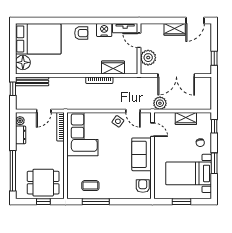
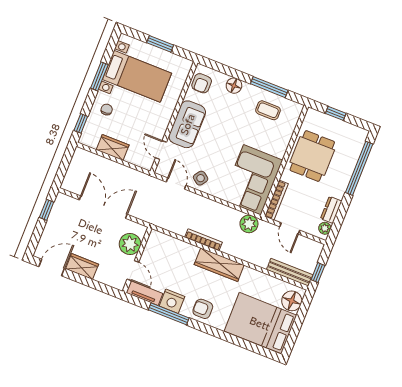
window: (103, 20) -> (169, 314), added
wardrobe: (113, 67) -> (219, 265), moved, width x1.50
plant: (160, 103) -> (249, 224), moved
door: (44, 111) -> (290, 229), swing flipped
dining table: (43, 183) -> (312, 156), moved, turned 90
floor lamp: (120, 193) -> (234, 86), added

